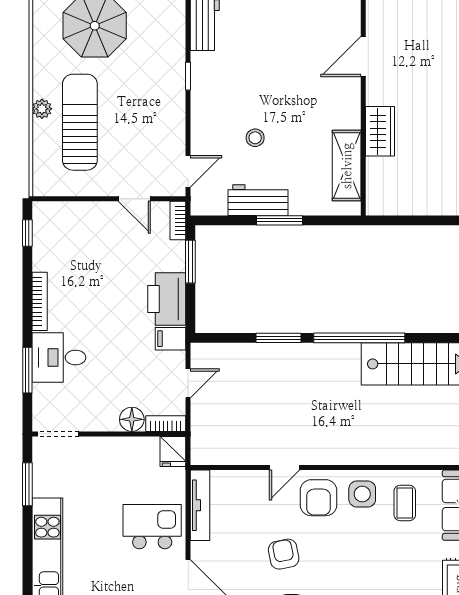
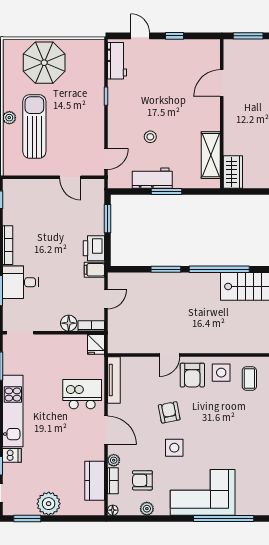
wardrobe: (380, 131) -> (233, 172), moved
bookcase: (178, 221) -> (99, 192), removed
printer: (167, 299) -> (94, 248), width x0.73, depth x0.84

